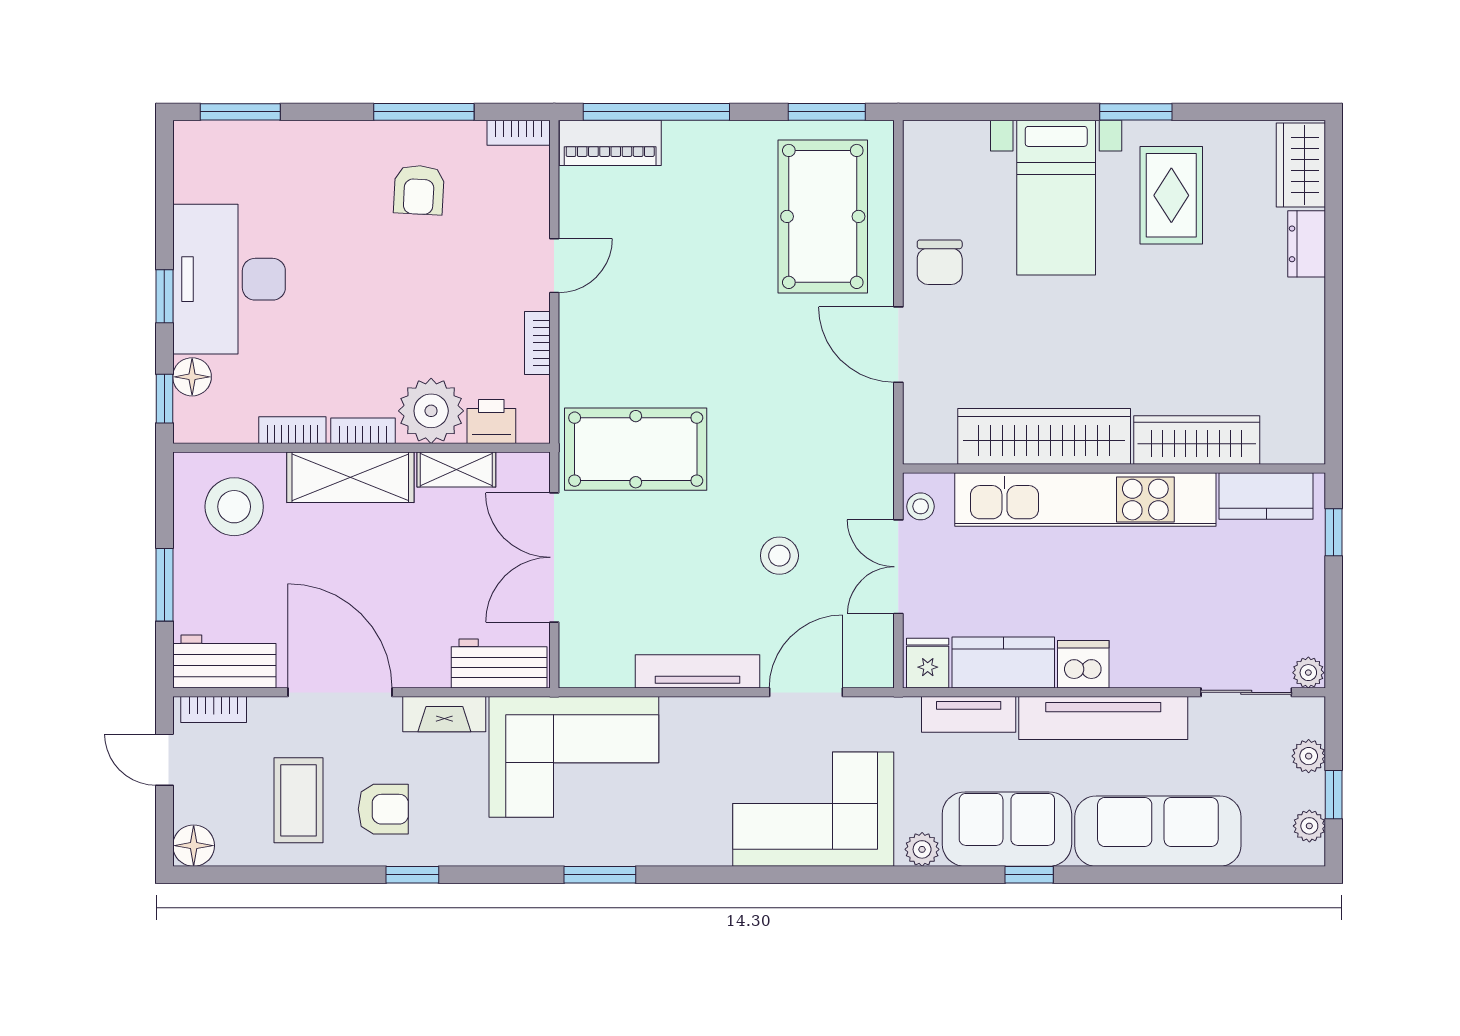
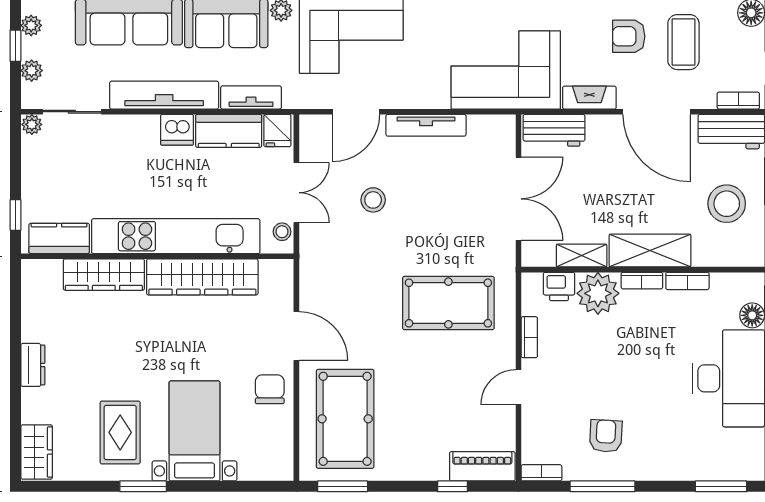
window: (656, 112) -> (453, 486), width x0.32
dresser: (1307, 244) -> (33, 365), moved
pool table: (636, 449) -> (448, 303), moved
stool: (234, 507) -> (727, 204), moved

